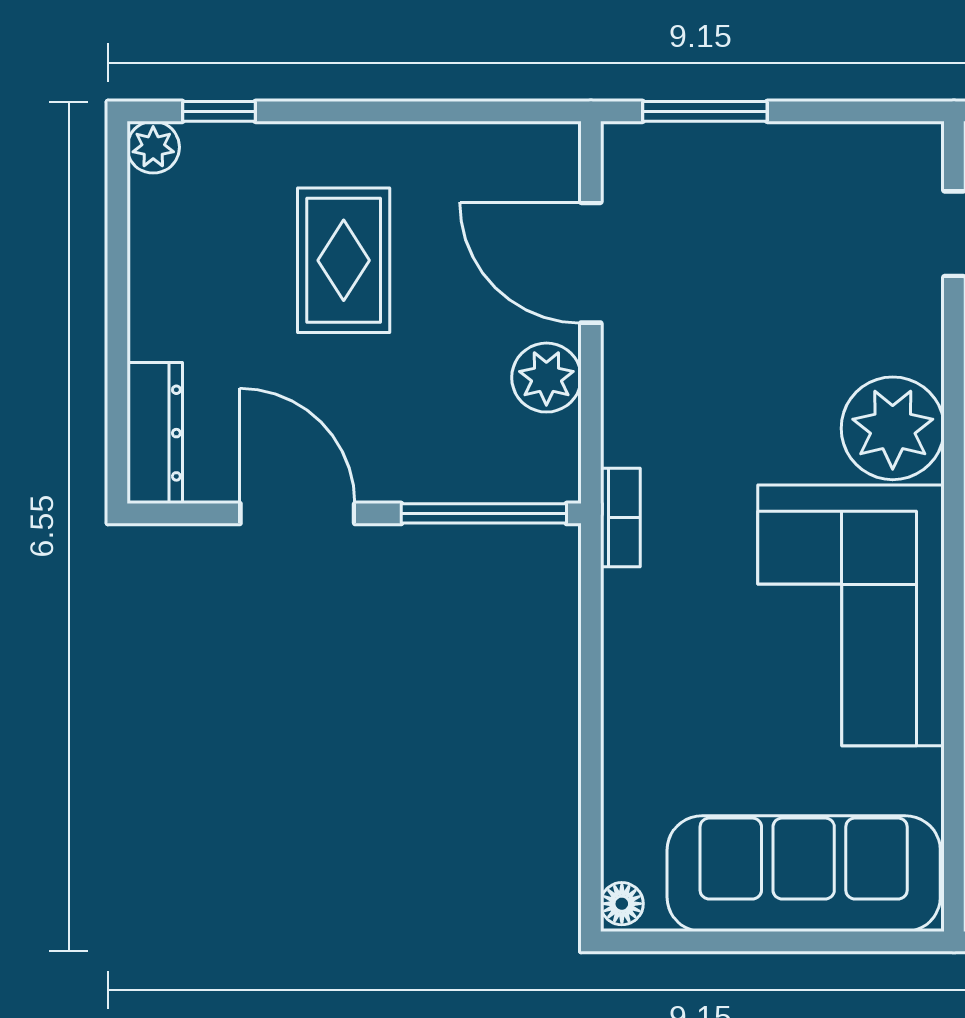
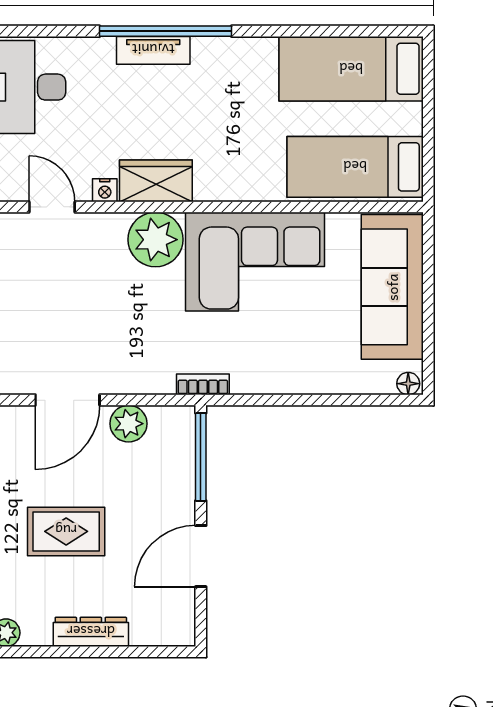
dresser: (155, 433) -> (91, 632), moved

